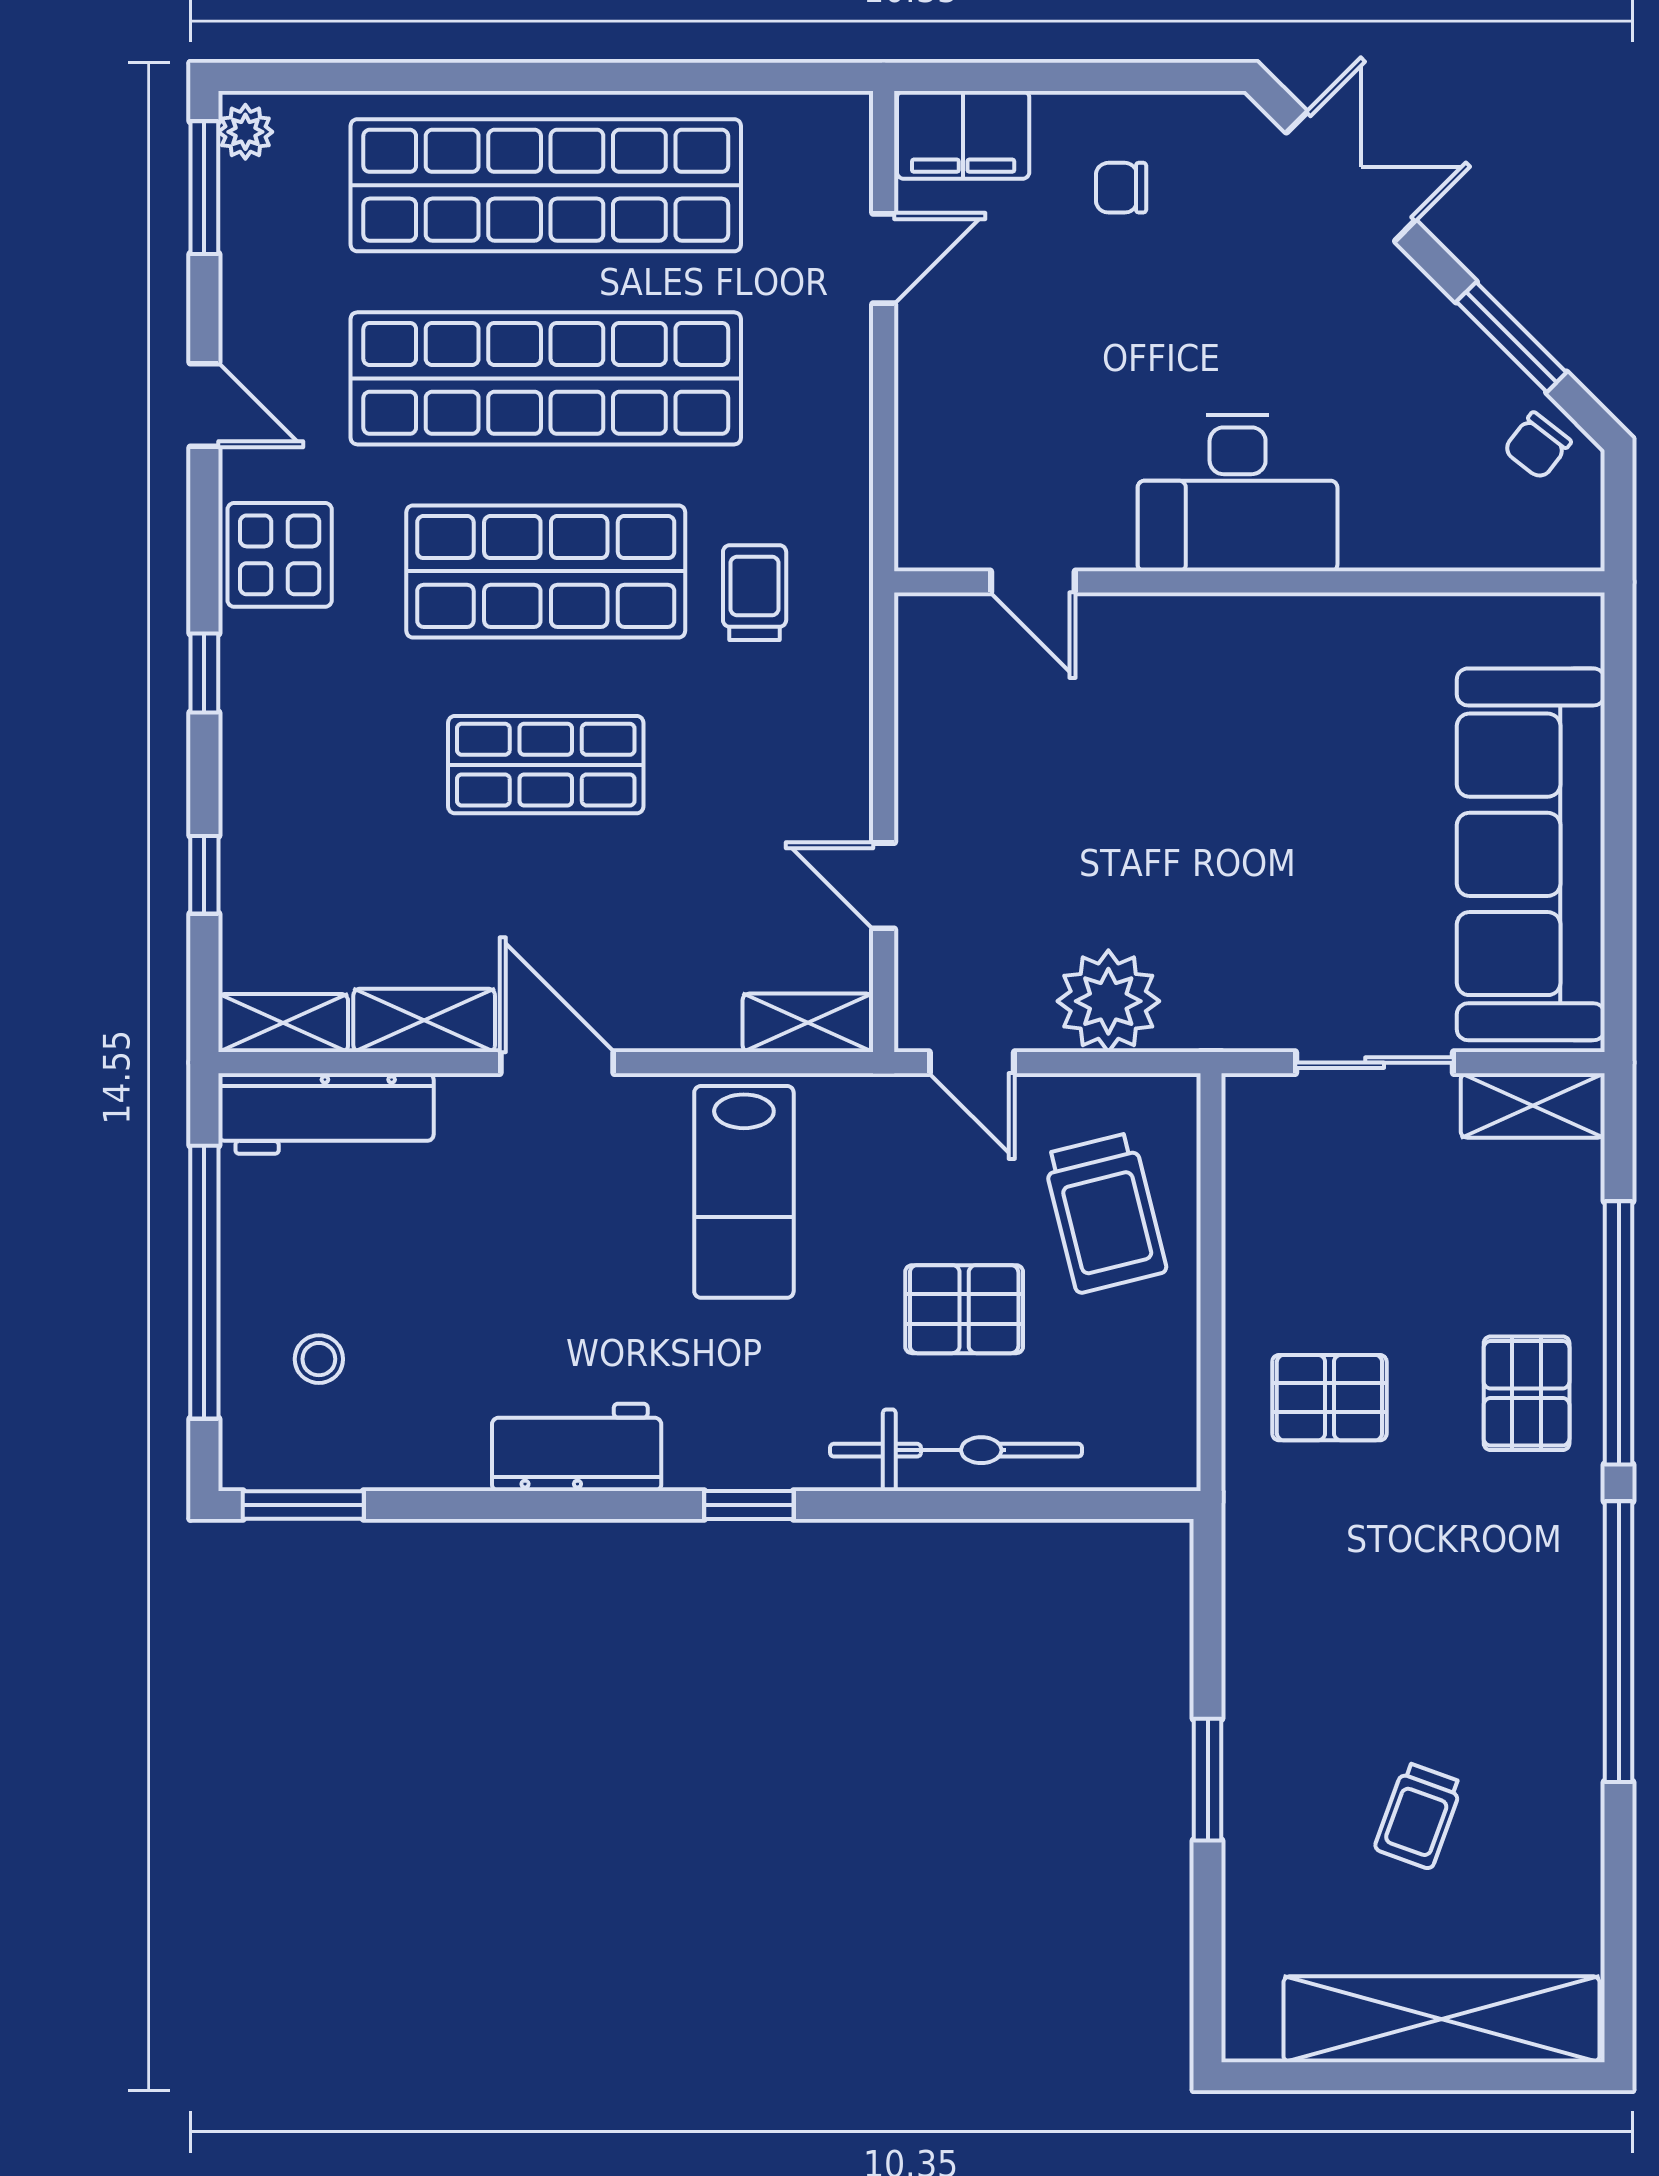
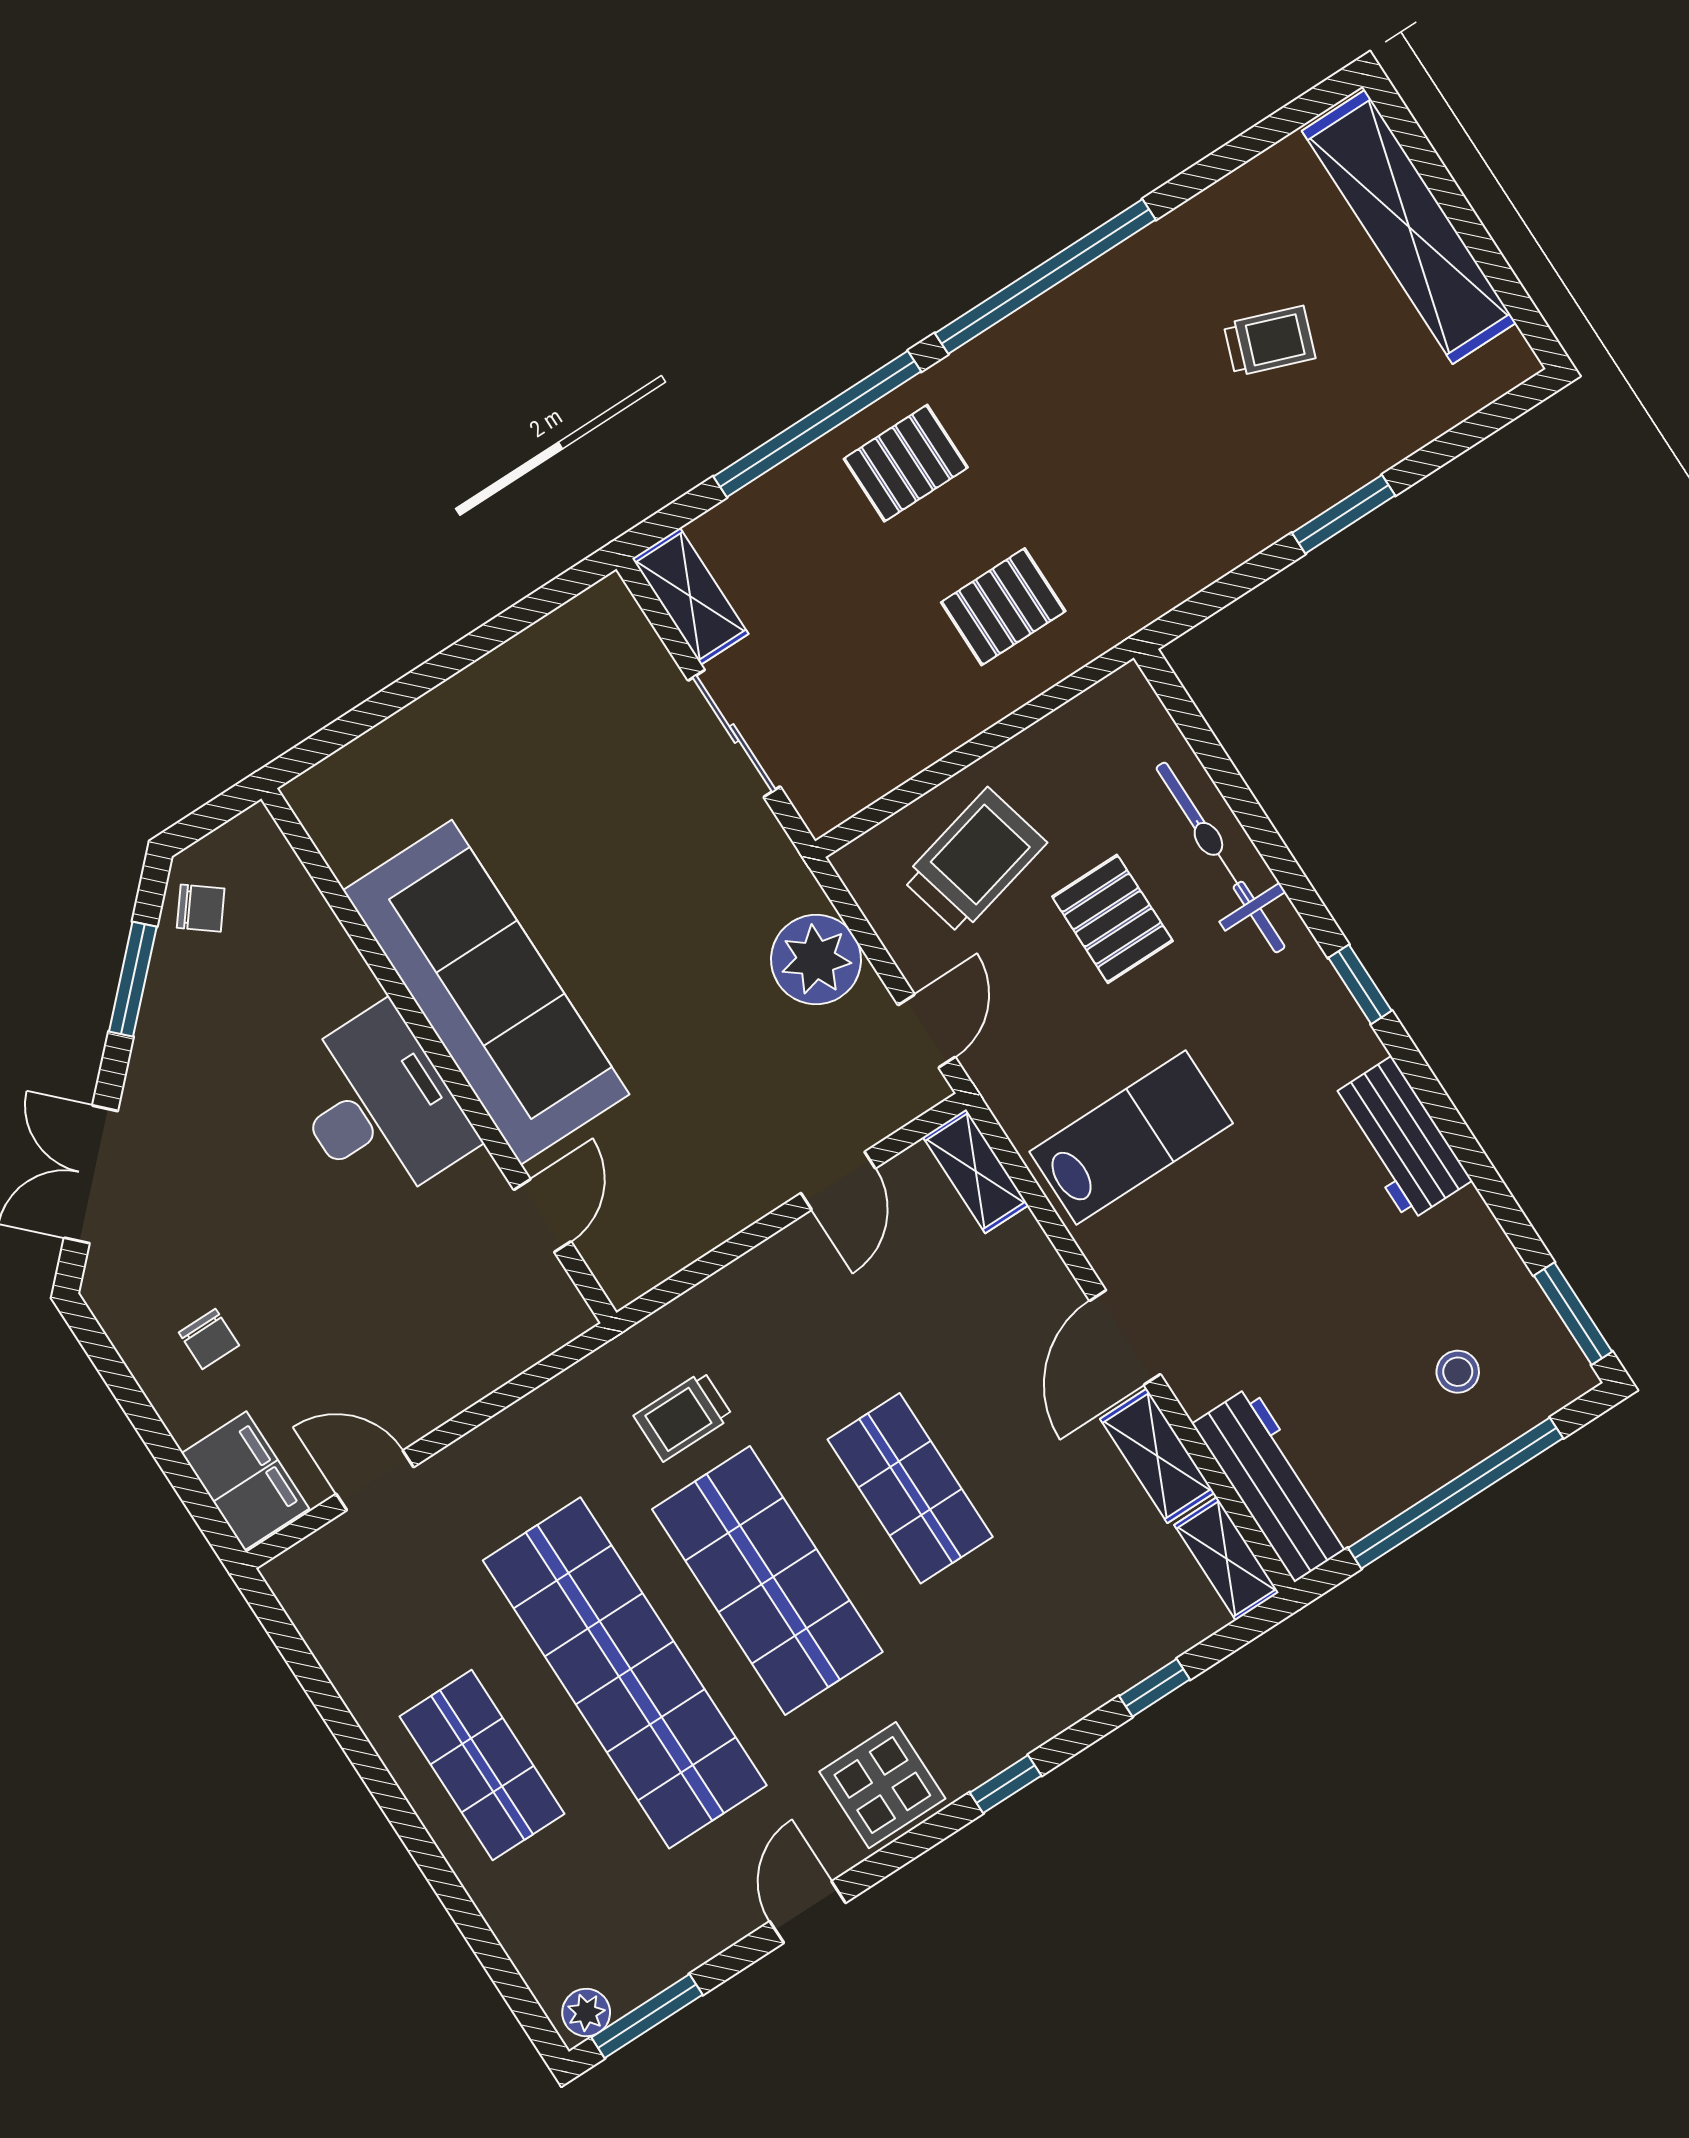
shop shelf: (546, 185) -> (482, 1765), width x0.50, depth x0.74
sofa: (1531, 854) -> (486, 992), moved, turned -90
pallet: (1329, 1398) -> (1003, 607), turned 90

